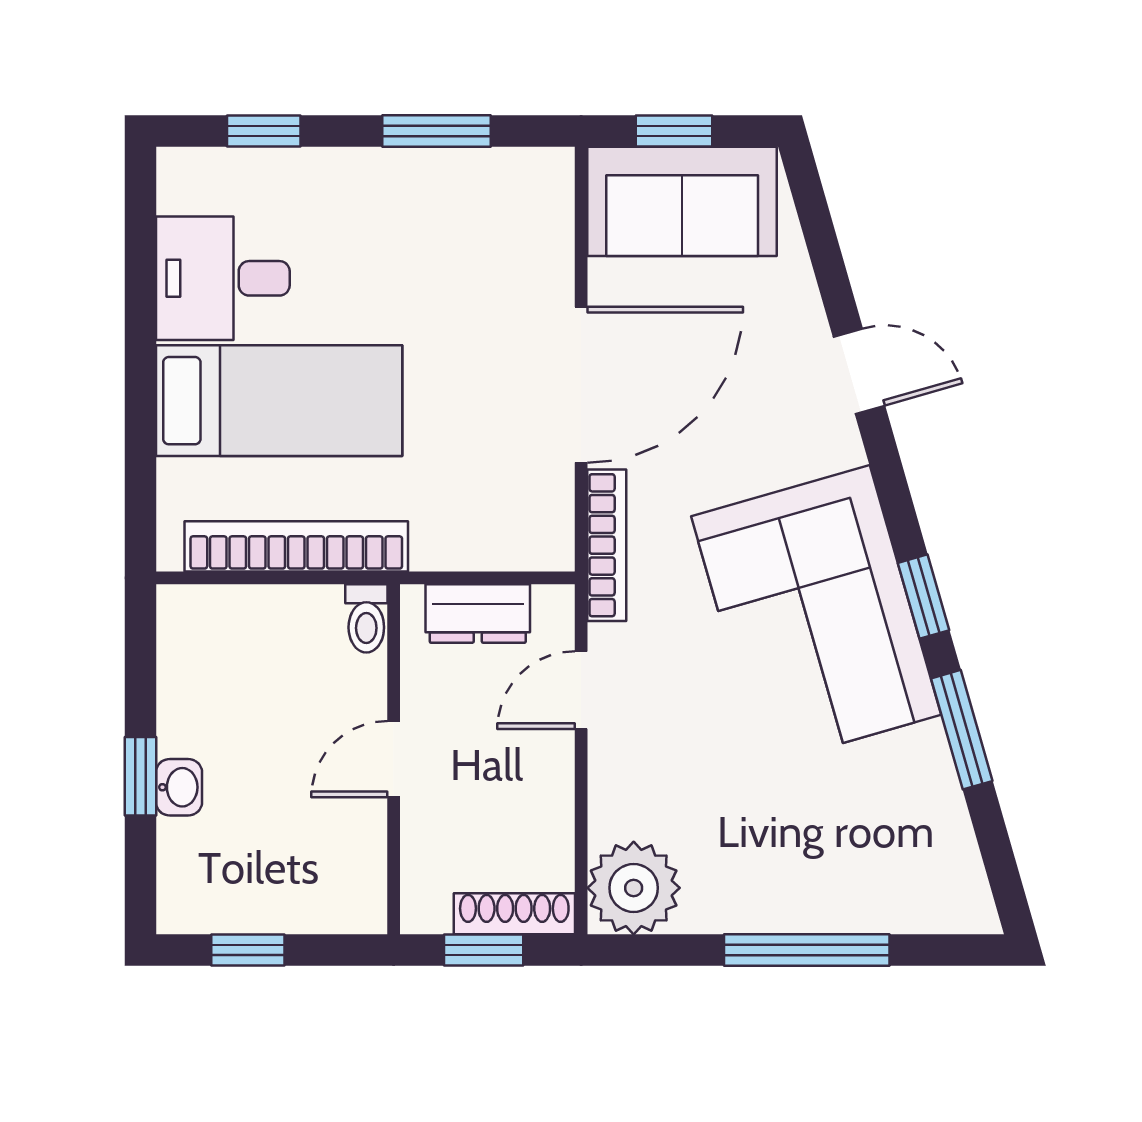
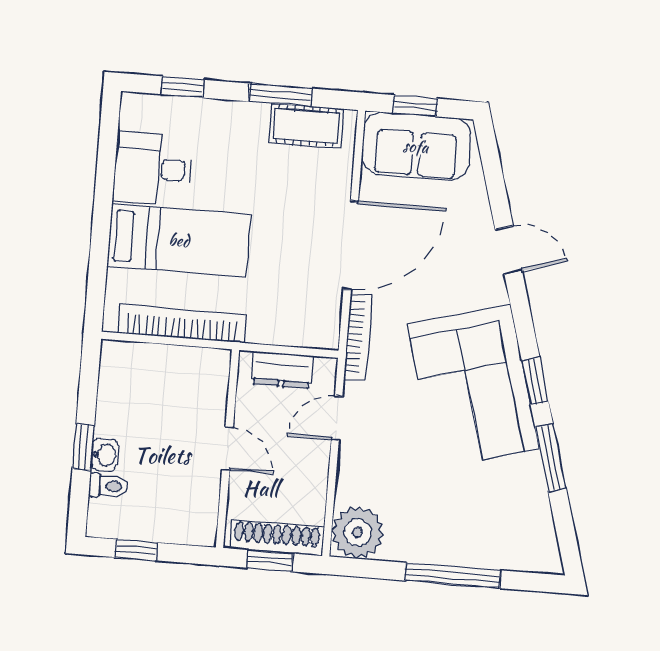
cot: (486, 182) -> (306, 126), added
toilet: (366, 618) -> (109, 486), moved, turned -90
door: (394, 759) -> (228, 449), swing flipped
shoe rack: (514, 914) -> (277, 538), width x1.36, depth x1.24

